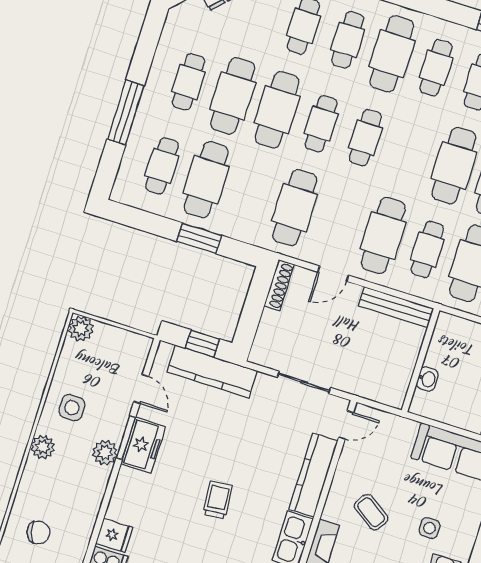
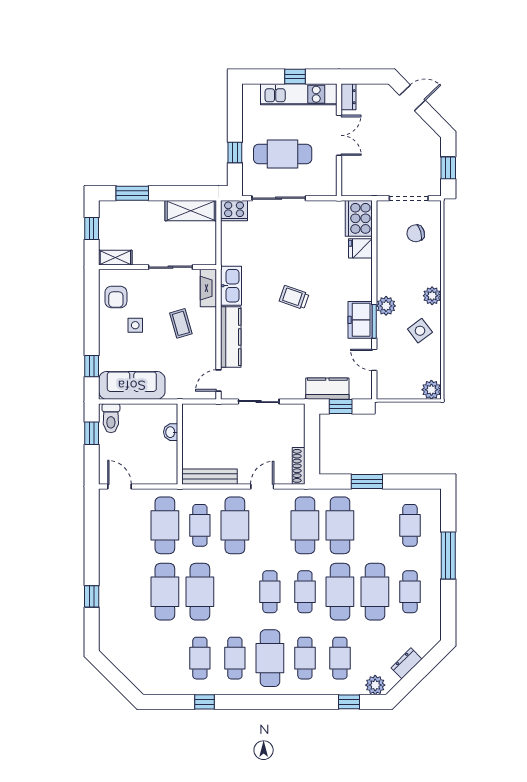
cafe table: (206, 180) -> (340, 525), moved
kitchen counter: (212, 371) -> (327, 389), width x0.67
side table: (72, 408) -> (420, 331), turned -37
trolley: (218, 500) -> (294, 297), turned 114
coffee table: (371, 512) -> (181, 323), turned 40

